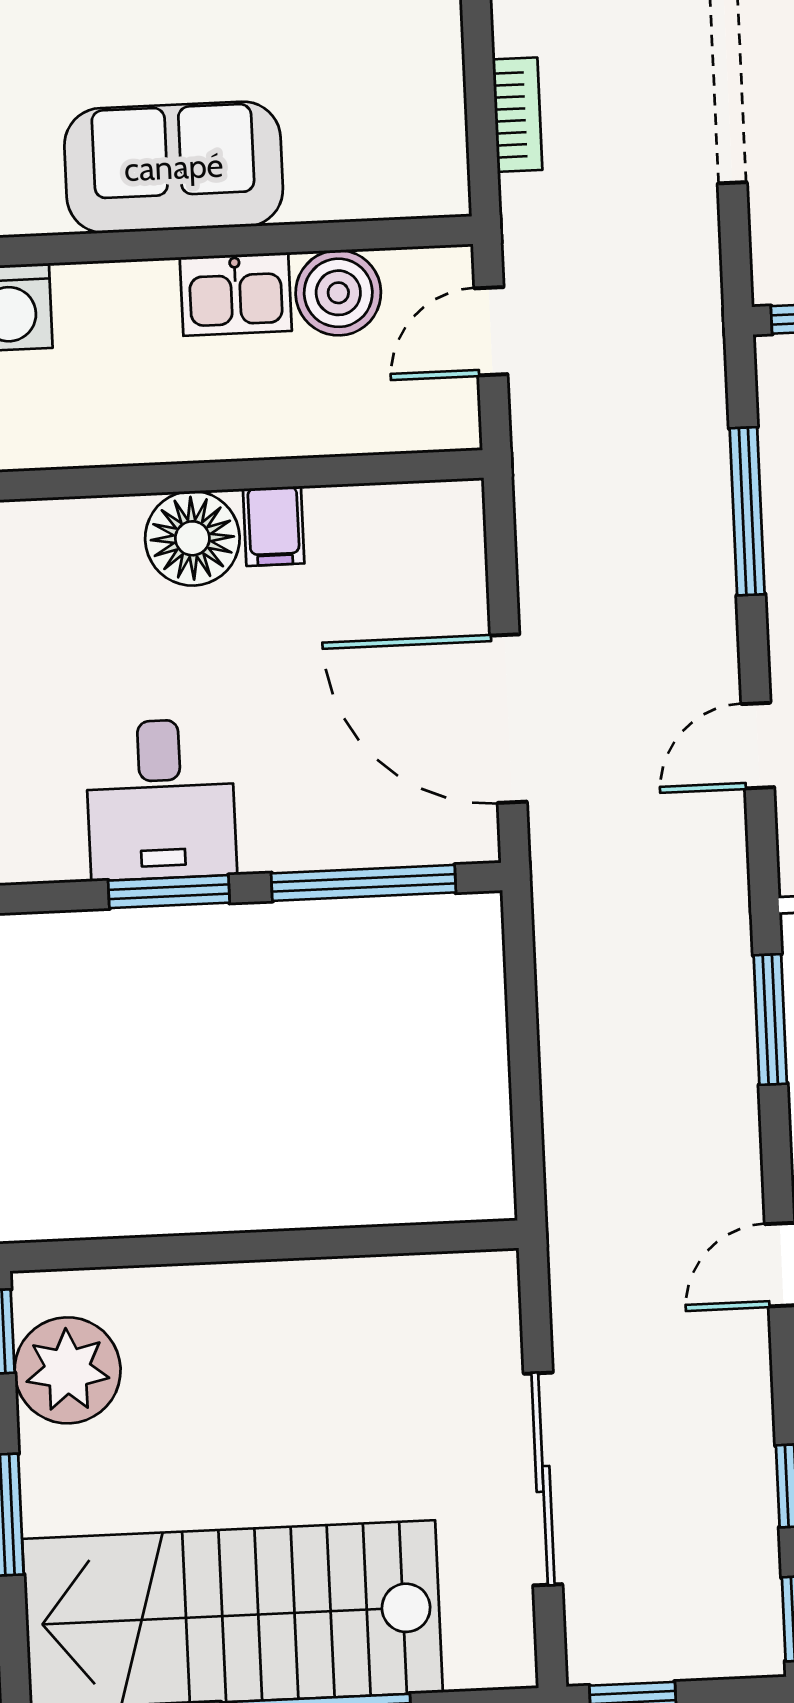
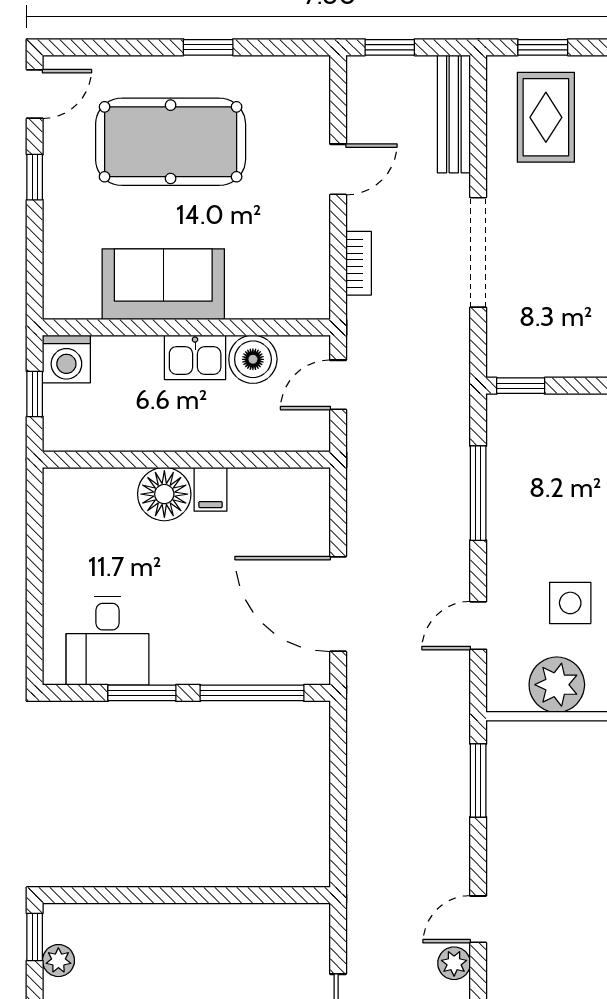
desk: (161, 799) -> (108, 641), moved
plant: (742, 1345) -> (454, 963), added
plant: (68, 1370) -> (58, 961), width x0.53, depth x0.53

